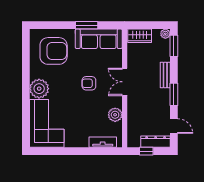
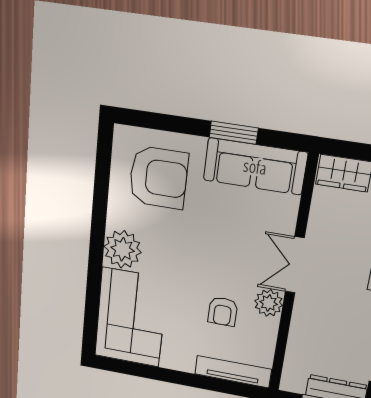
armchair: (89, 83) -> (223, 312), moved, turned -90
plant: (115, 115) -> (269, 303), moved
tv unit: (103, 142) -> (233, 372), width x1.41

